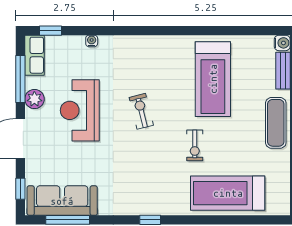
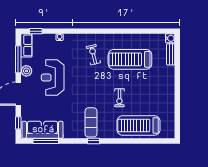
treadmill: (213, 79) -> (130, 59), turned 90
exercise bike: (141, 111) -> (93, 55), moved
exercise mat: (276, 123) -> (91, 122), moved

